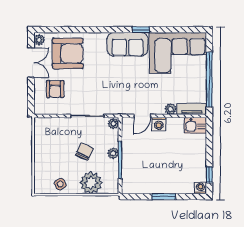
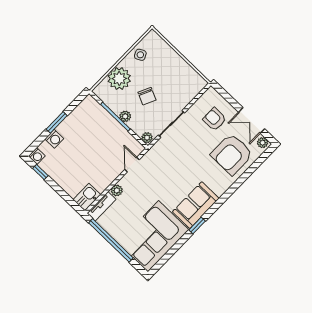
washing machine: (159, 124) -> (54, 139), moved, turned 180

